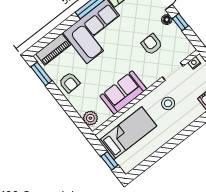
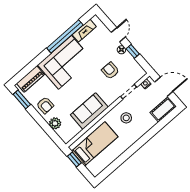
plant: (90, 118) -> (55, 123), moved
window: (109, 161) -> (74, 159), moved

